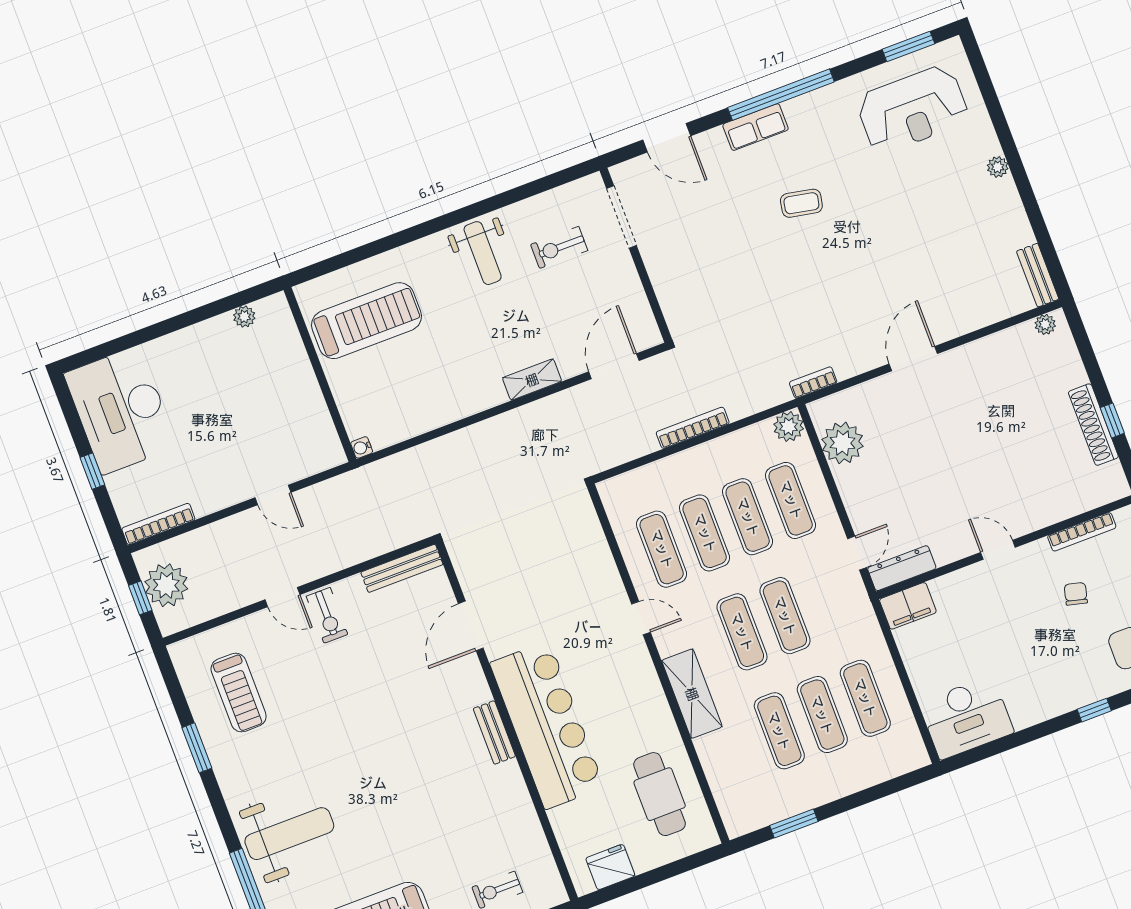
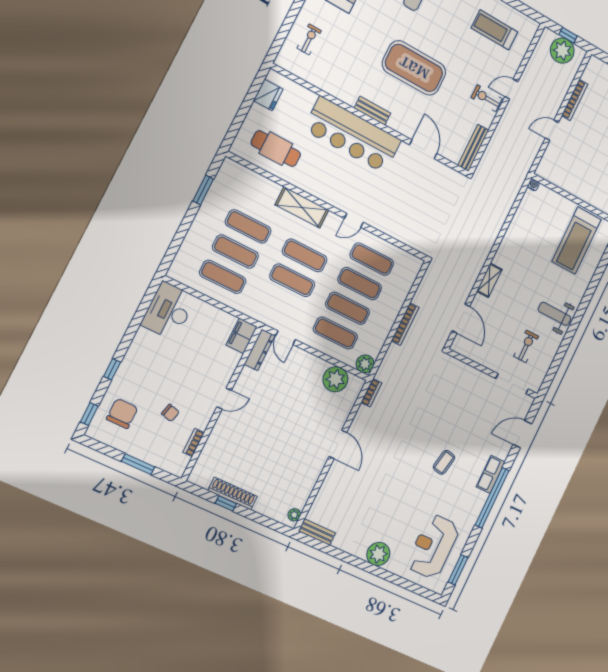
plant: (998, 167) -> (378, 554), width x1.88, depth x1.88
bookcase: (158, 524) -> (575, 100), moved
bookcase: (1082, 532) -> (194, 442), width x0.64
exercise mat: (391, 738) -> (414, 68), added

